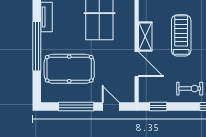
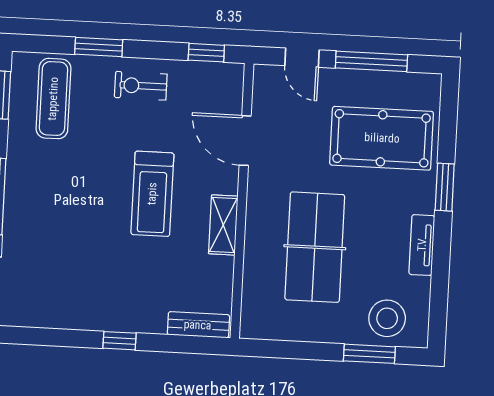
shelving: (145, 37) -> (223, 225), moved
window: (37, 46) -> (445, 187), width x0.47

